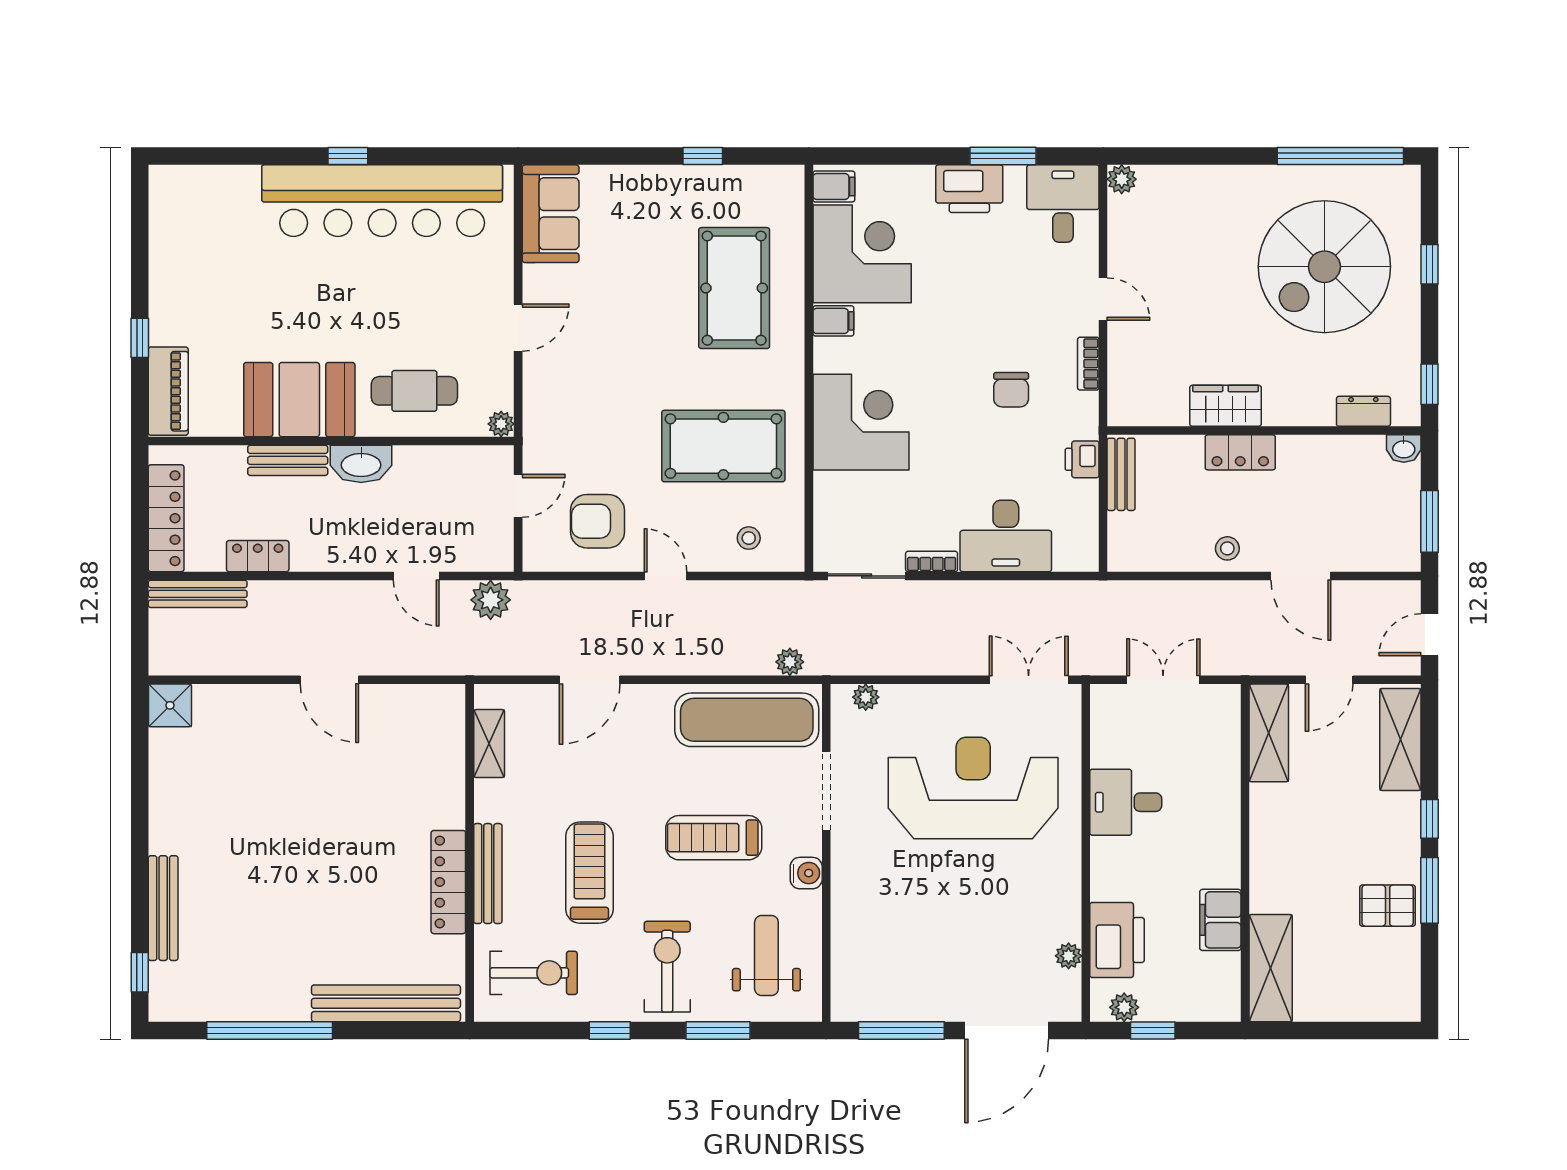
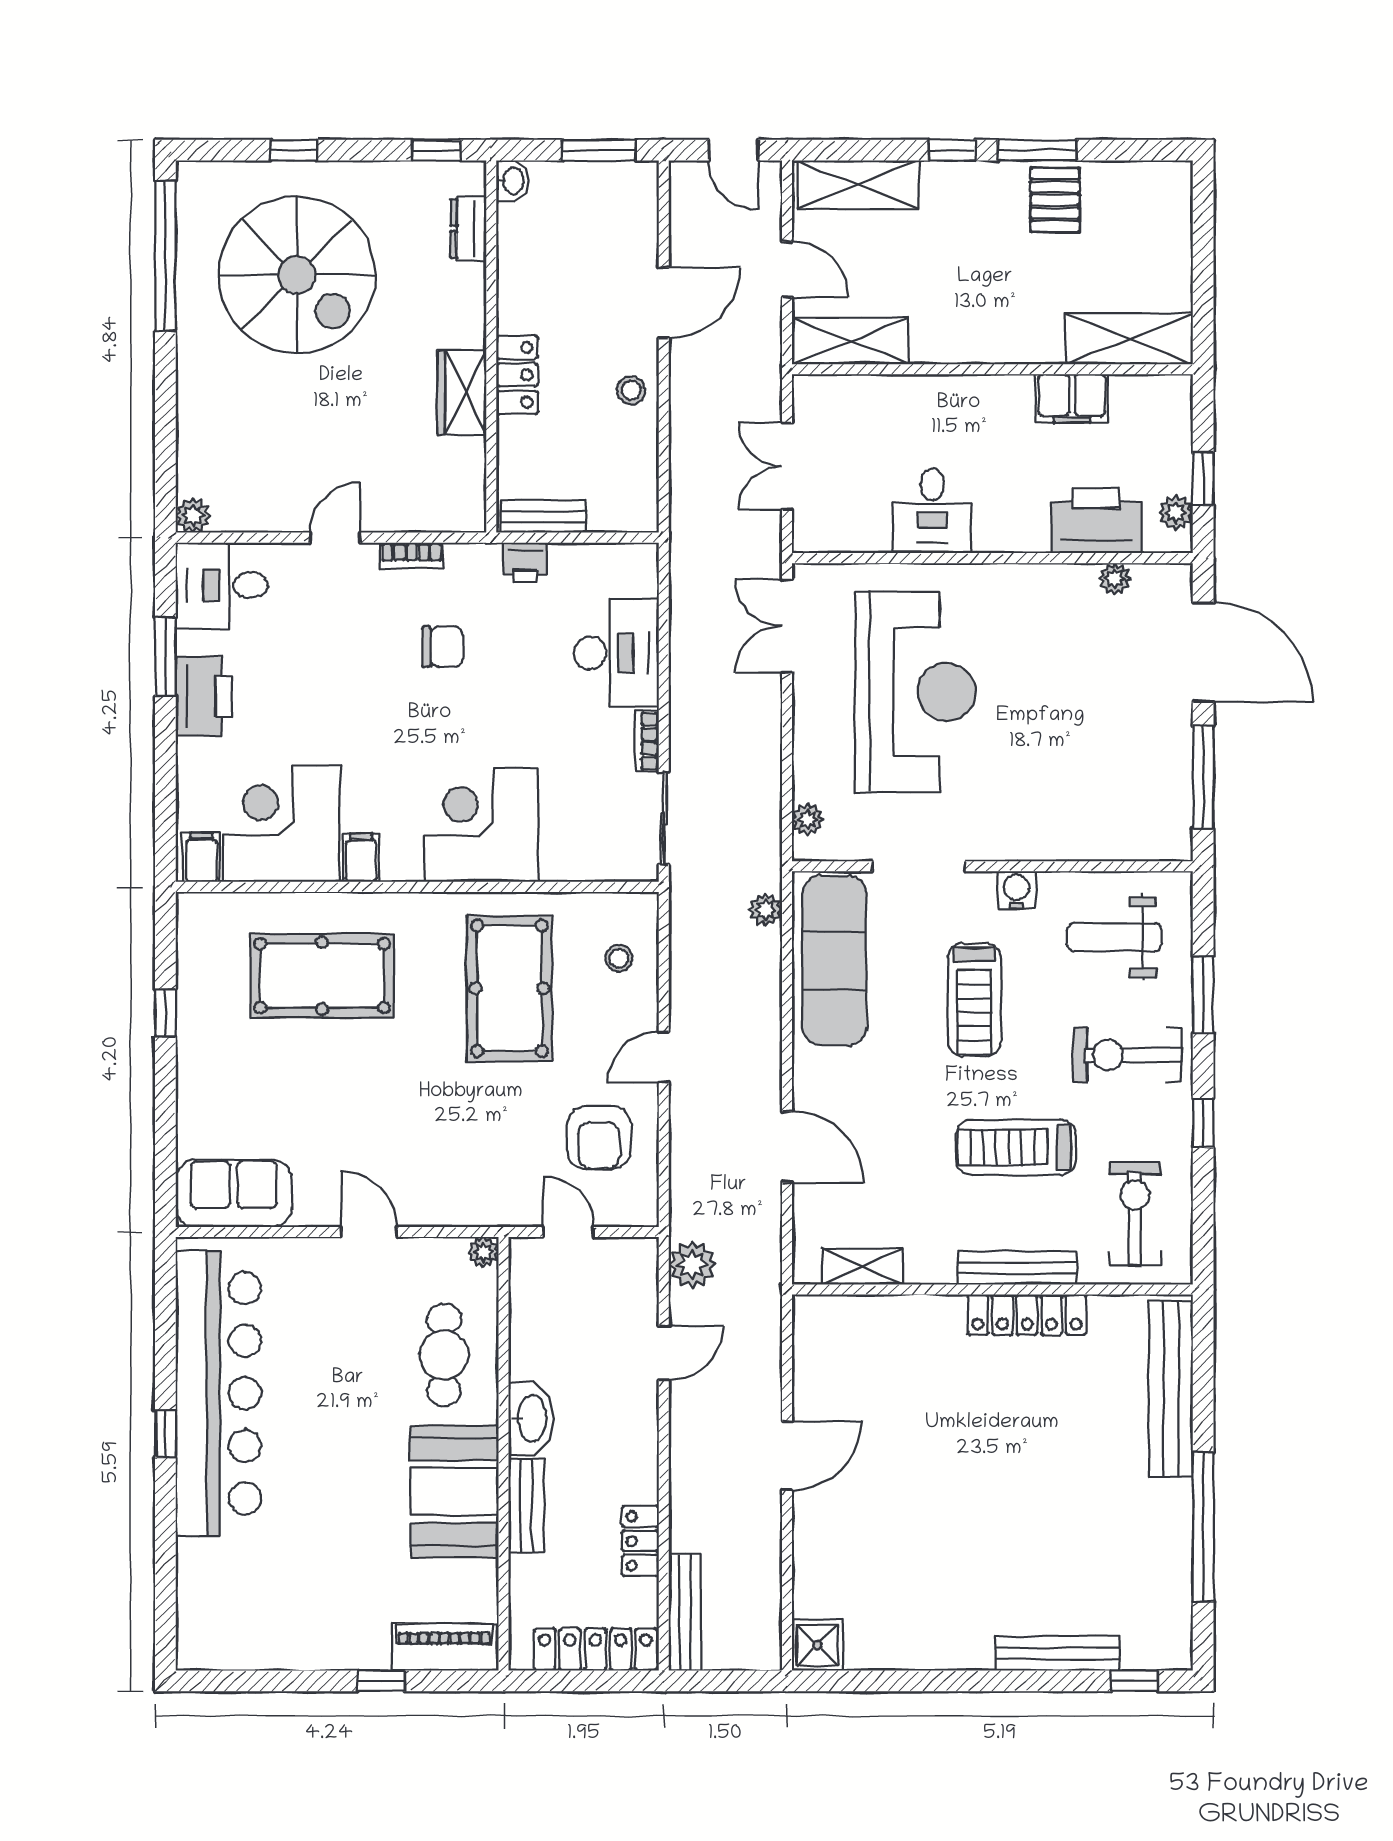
reception desk: (973, 788) -> (915, 692), turned 180

